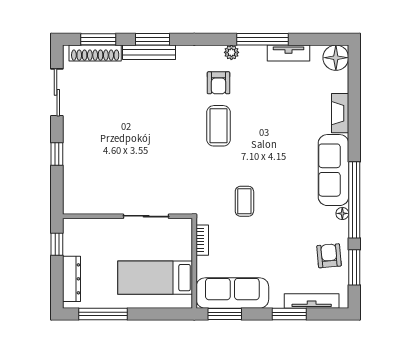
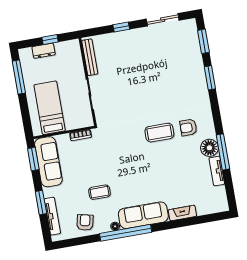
bench: (149, 52) -> (90, 57), moved
plant: (231, 52) -> (210, 133), removed
shoe rack: (95, 53) -> (194, 41), removed
floor lamp: (336, 58) -> (209, 148), moved
coffee table: (244, 201) -> (100, 192), moved
window: (57, 244) -> (50, 40), moved
armchair: (329, 256) -> (85, 222), turned -73
window: (354, 267) -> (80, 241), removed
dresser: (71, 279) -> (44, 51), width x0.70

